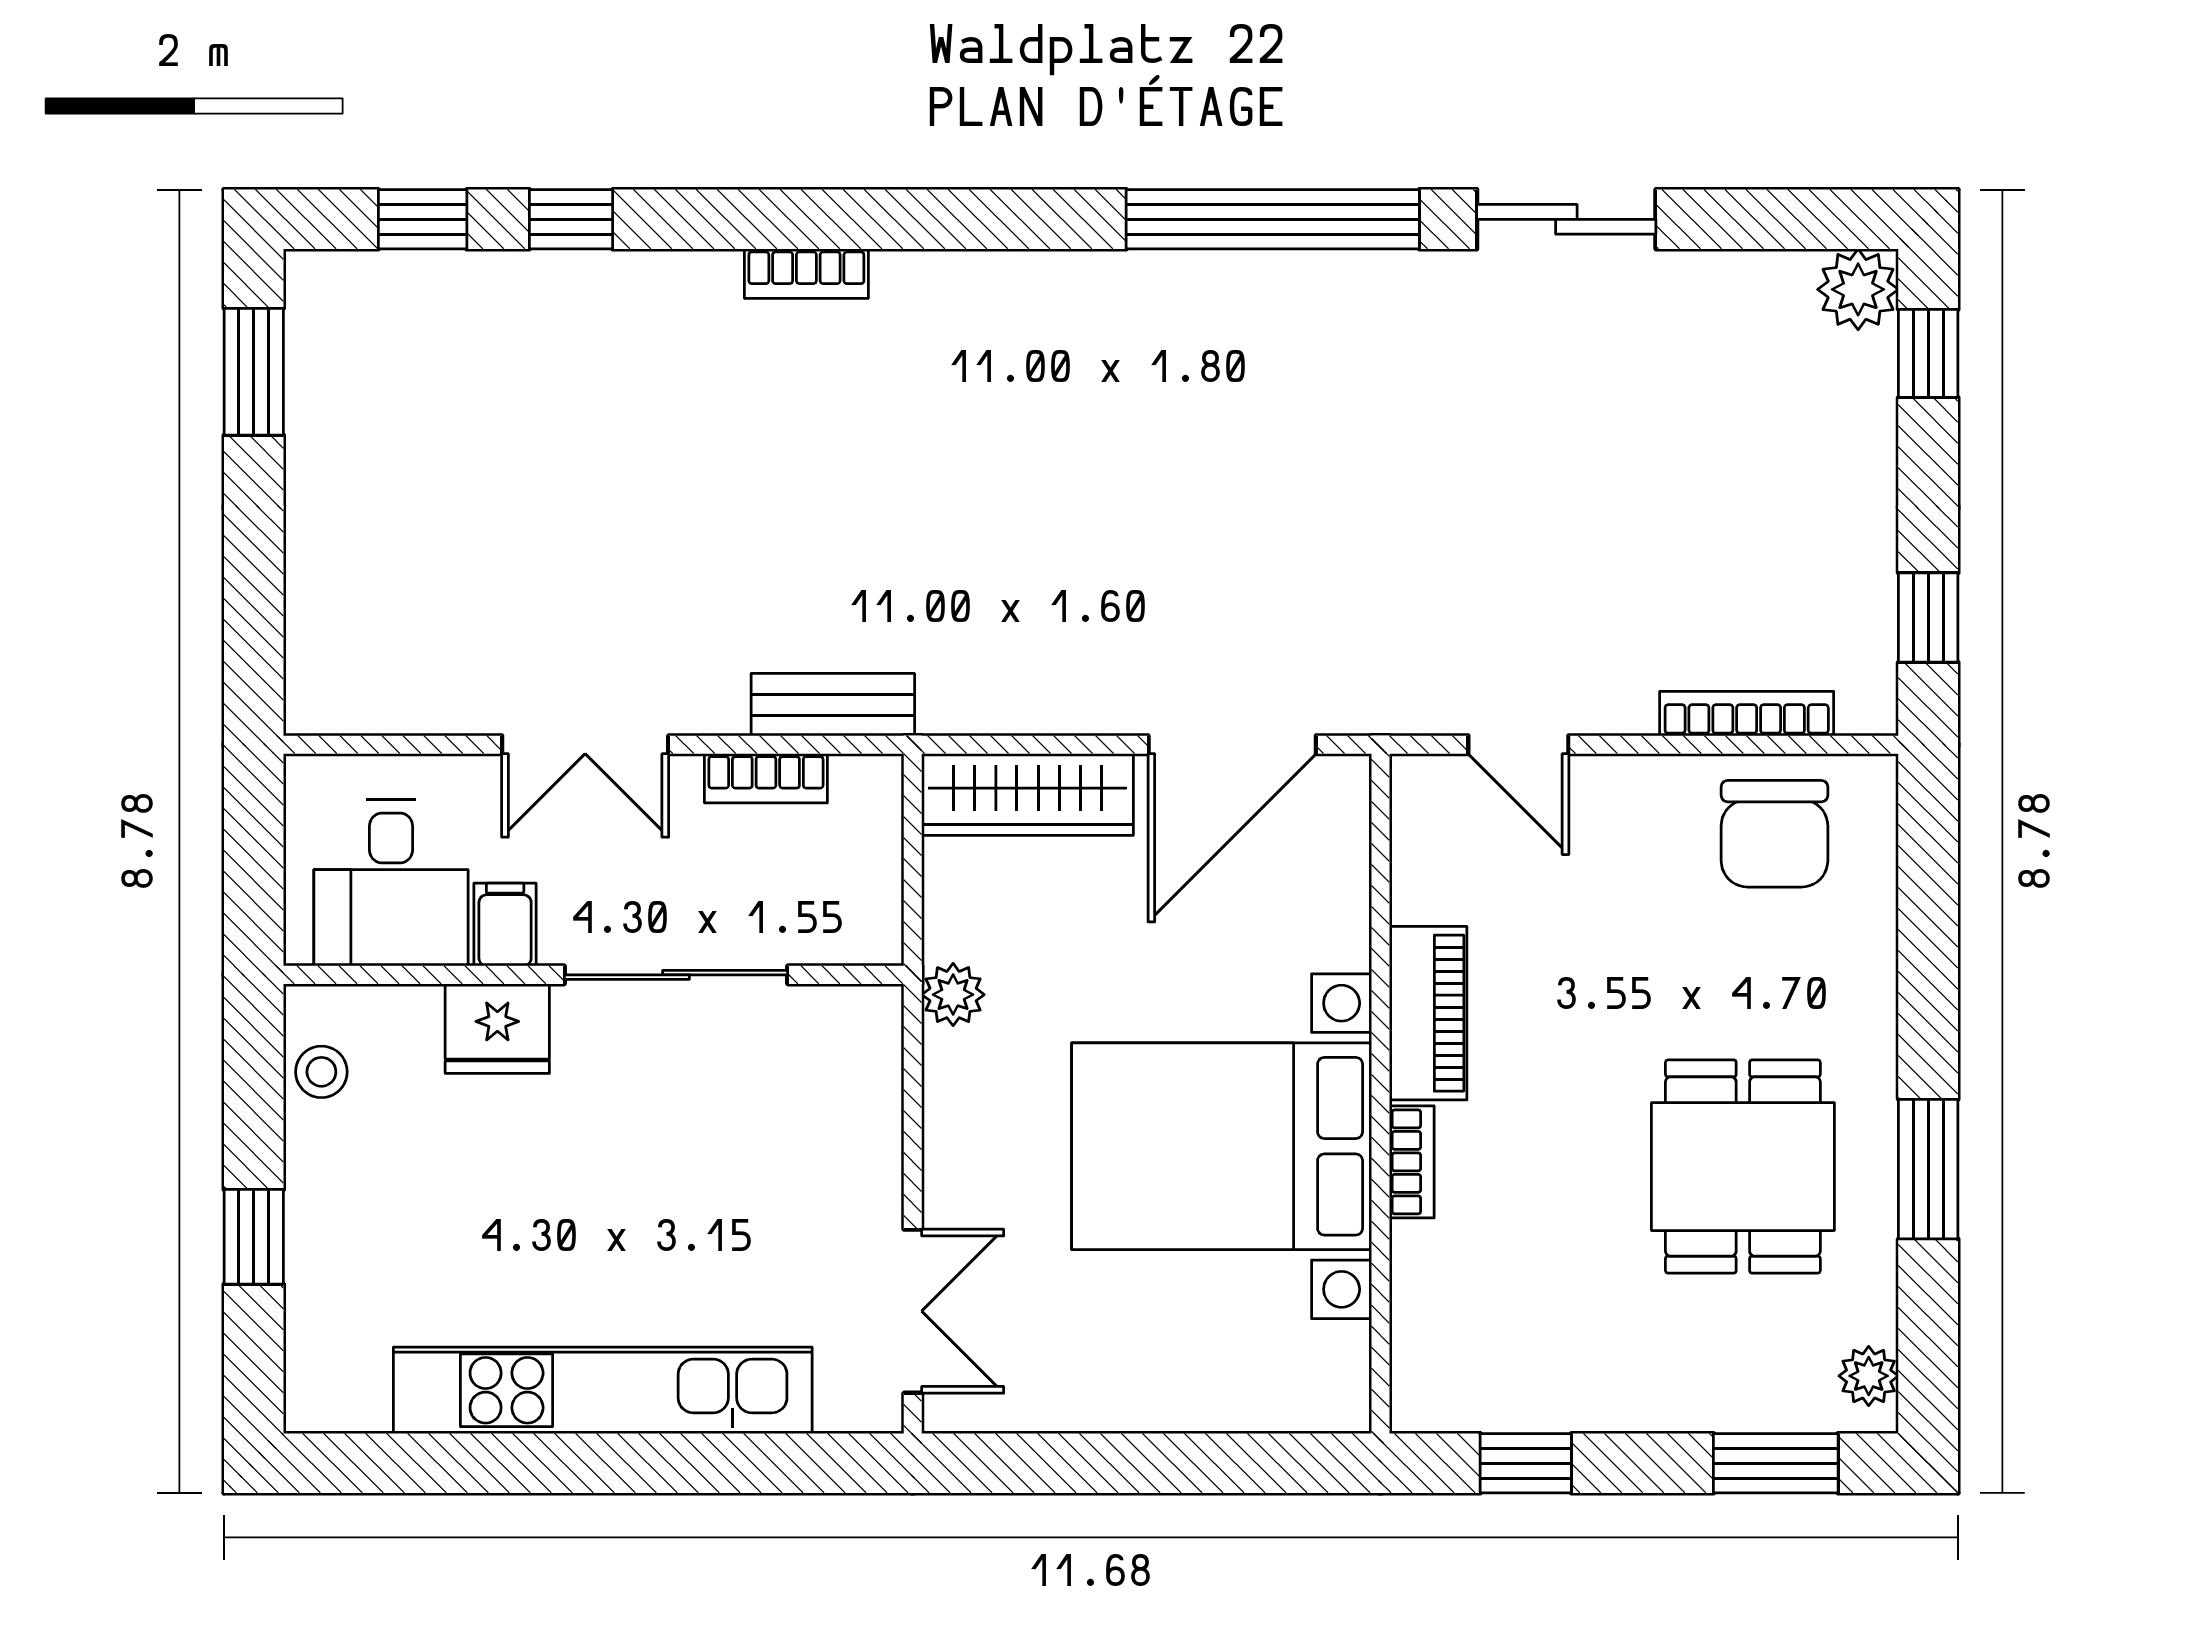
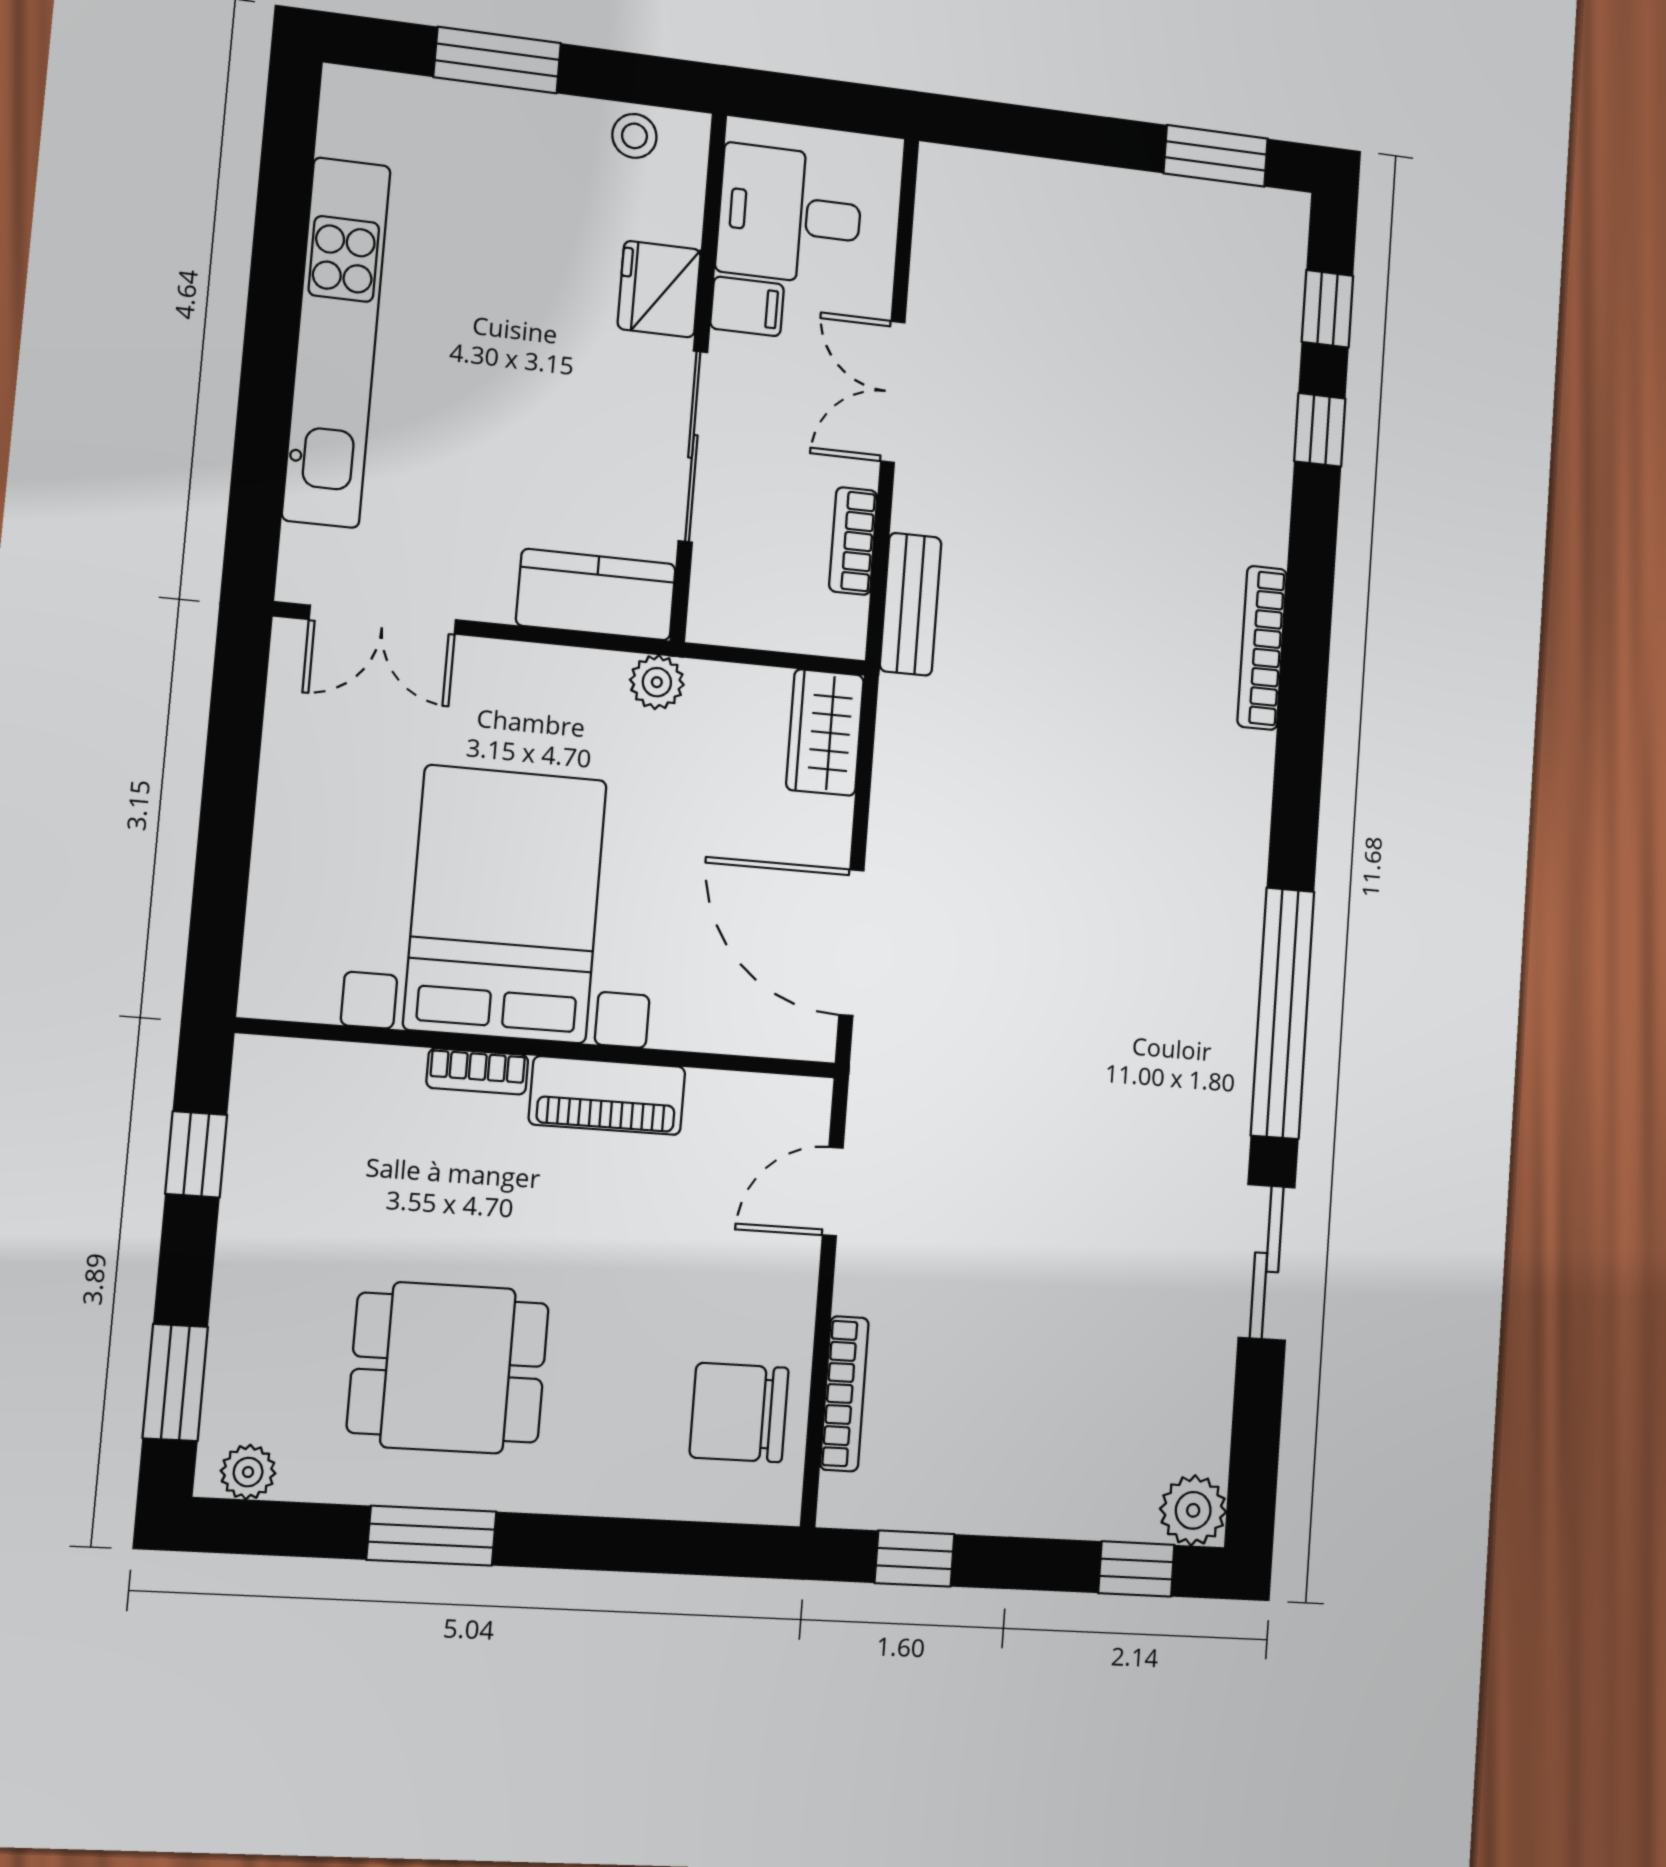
bookcase: (806, 274) -> (1262, 648), width x1.56
wardrobe: (1028, 795) -> (825, 732), width x0.67
kitchen counter: (859, 1073) -> (596, 595), added
window: (254, 1237) -> (497, 60), width x1.50

